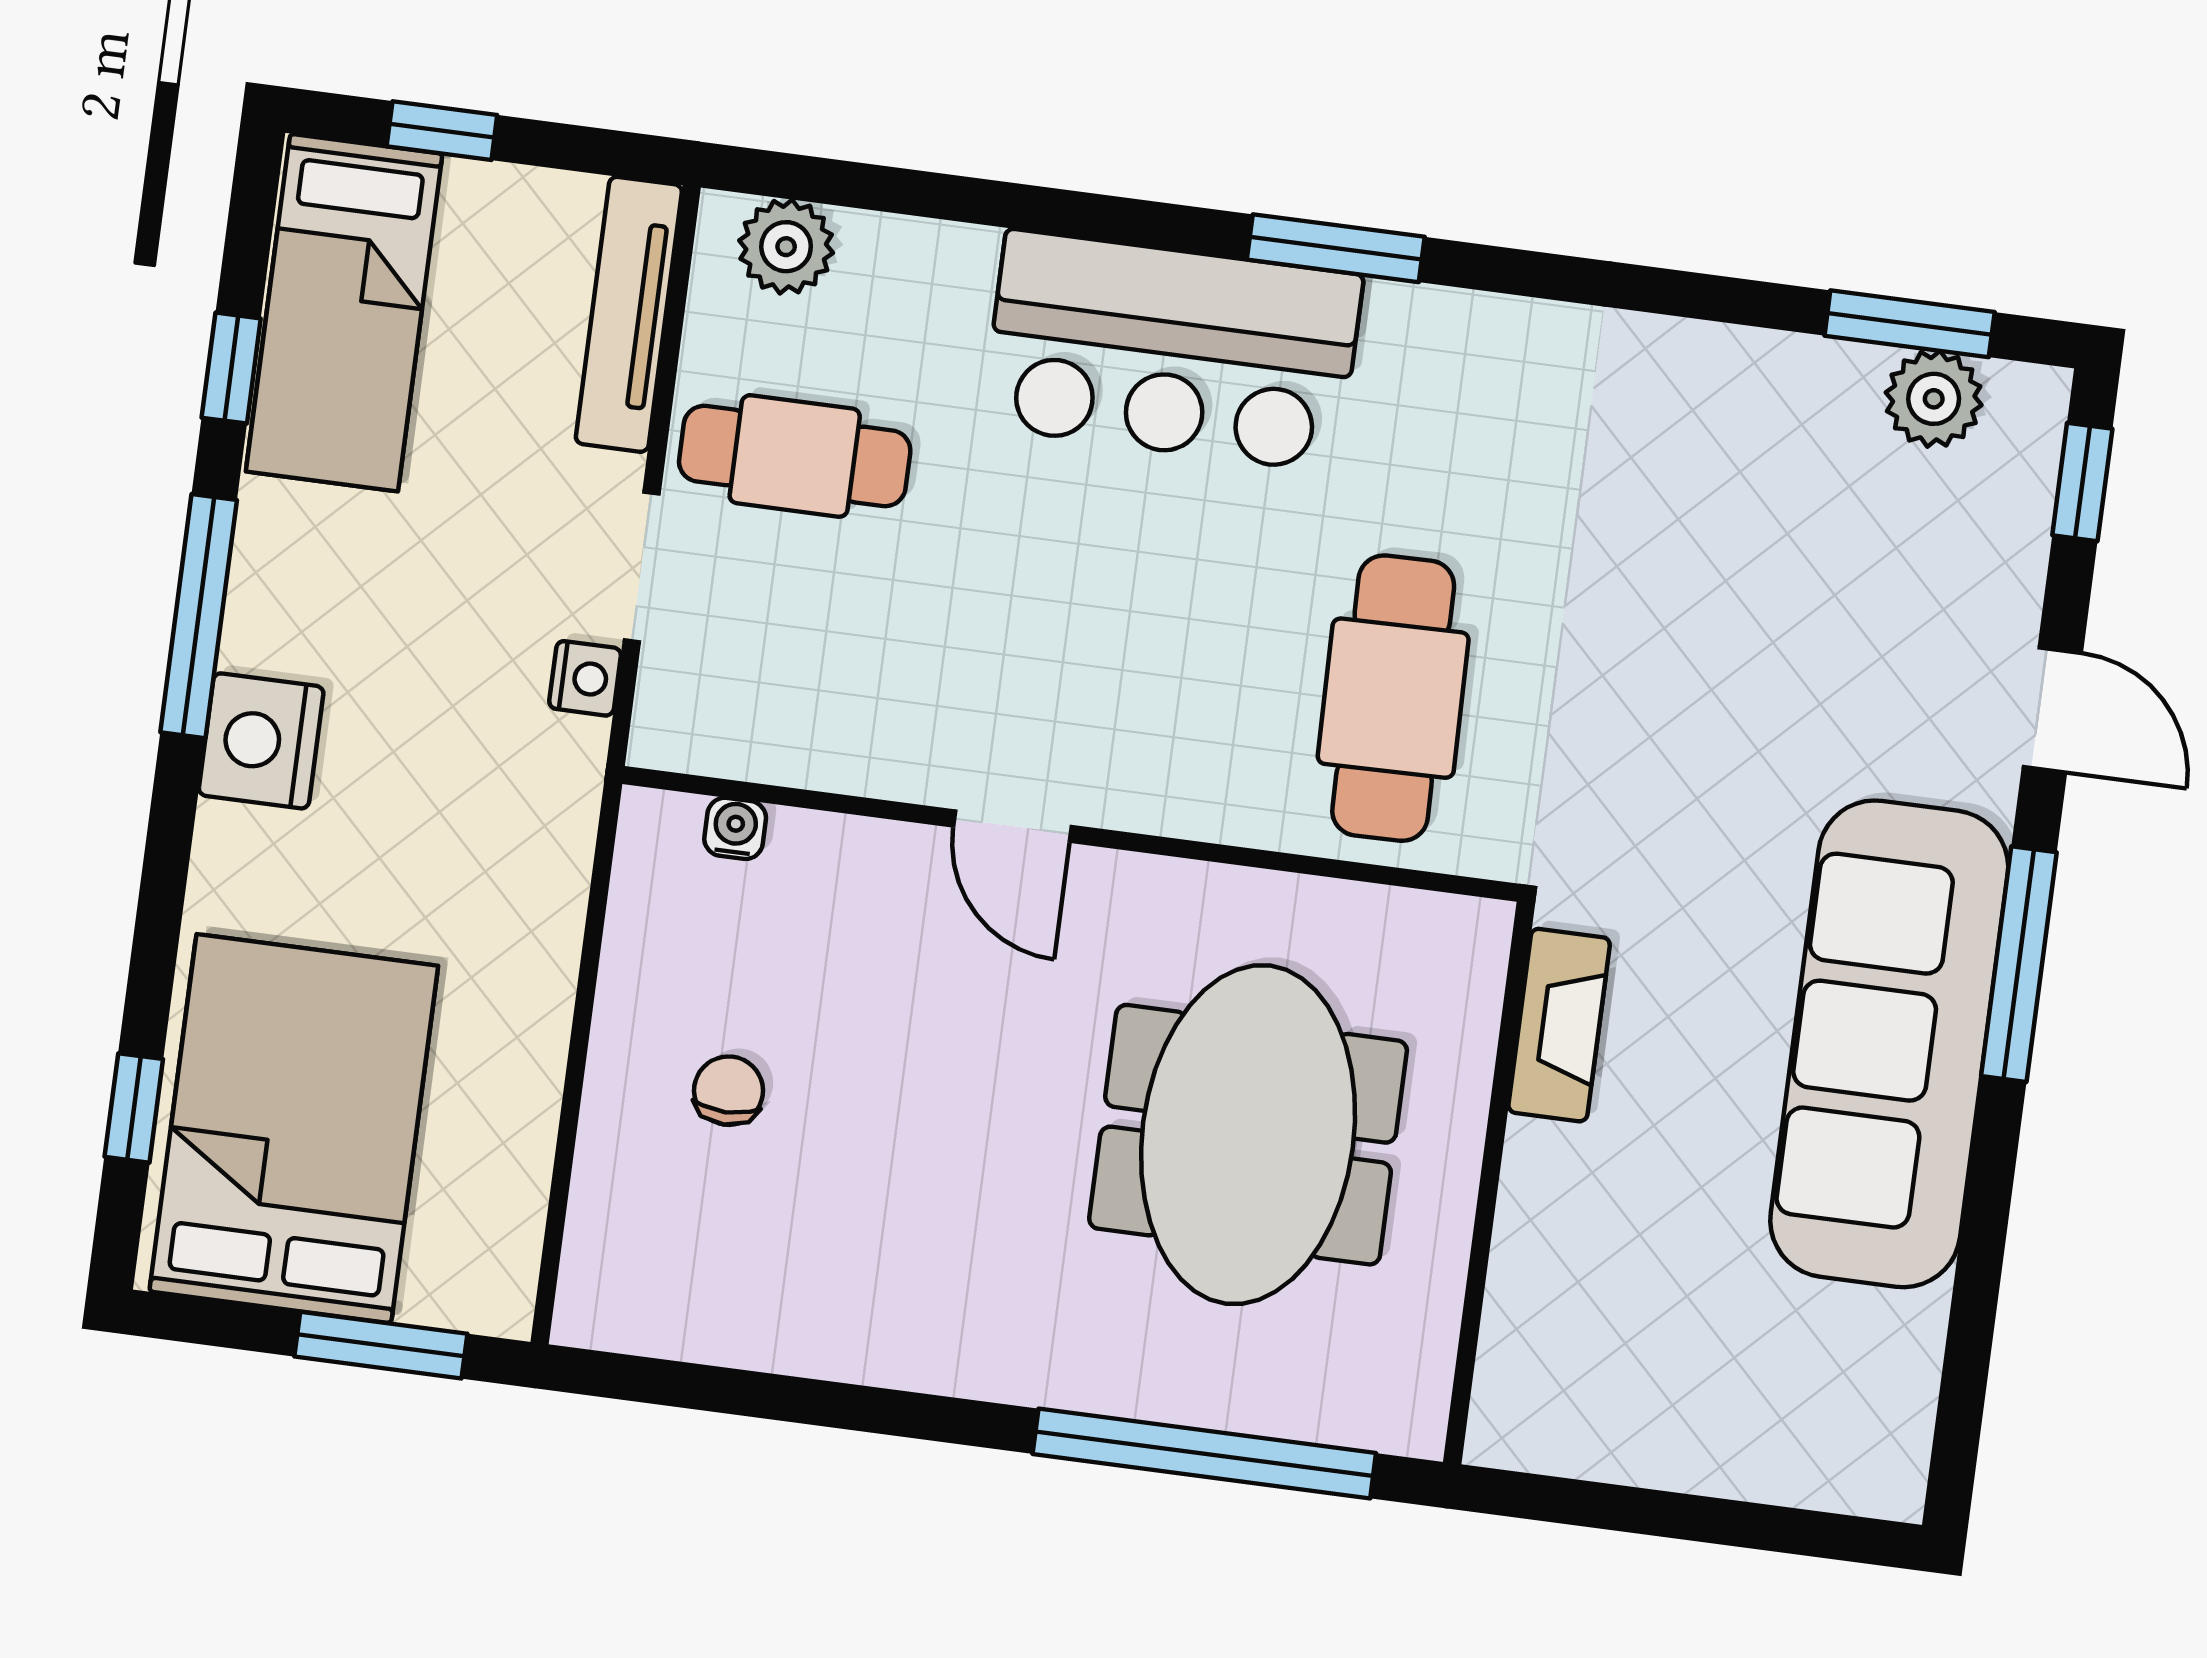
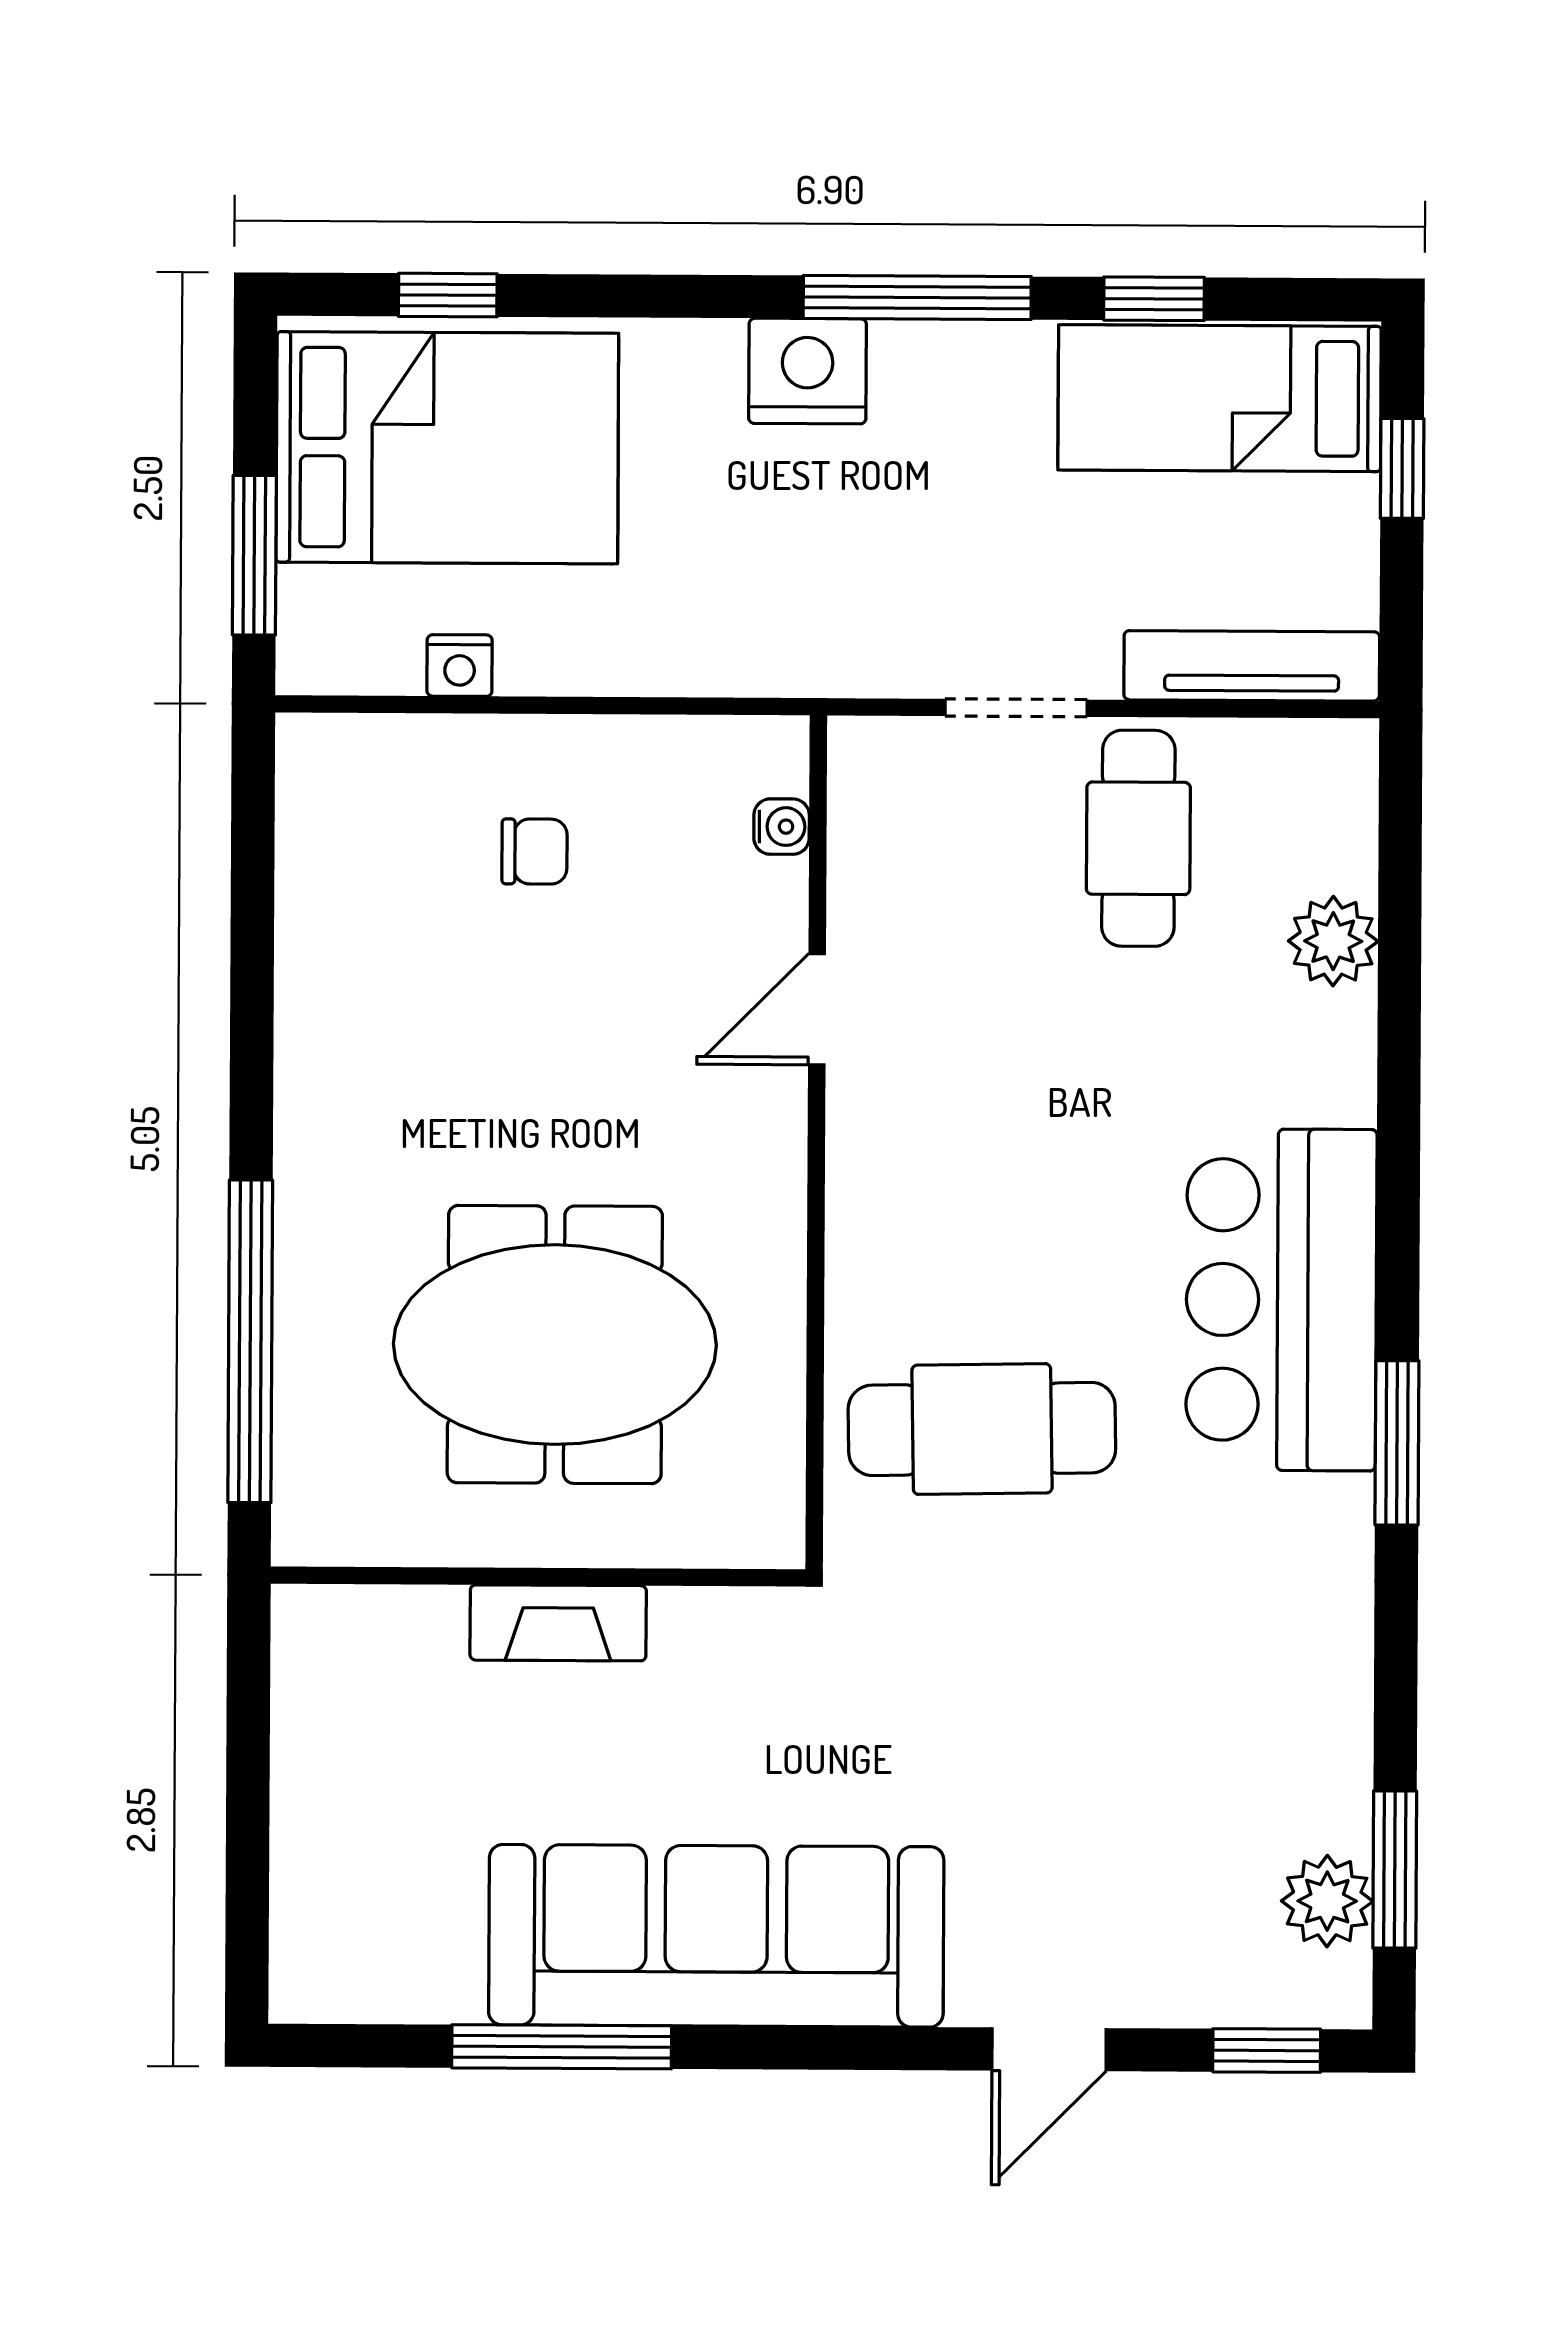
plant: (786, 247) -> (1333, 941), moved
window: (1336, 248) -> (1397, 1443), moved
bar counter: (1172, 351) -> (1281, 1300), moved
nightstand: (585, 678) -> (460, 666), moved
door: (1012, 826) -> (817, 1009), moved
window: (2019, 964) -> (562, 2047), moved
fireplace: (1559, 1025) -> (558, 1623), moved

